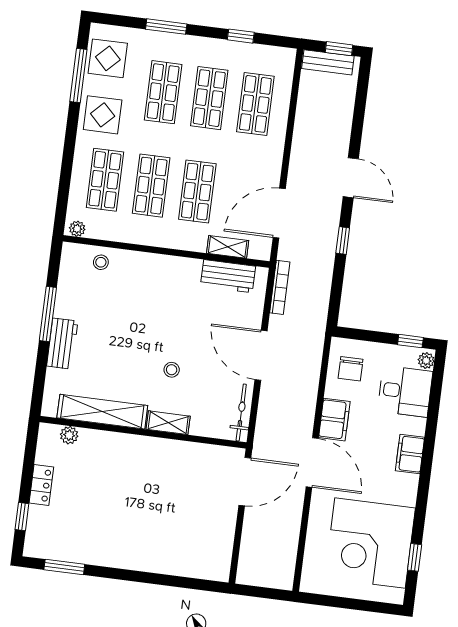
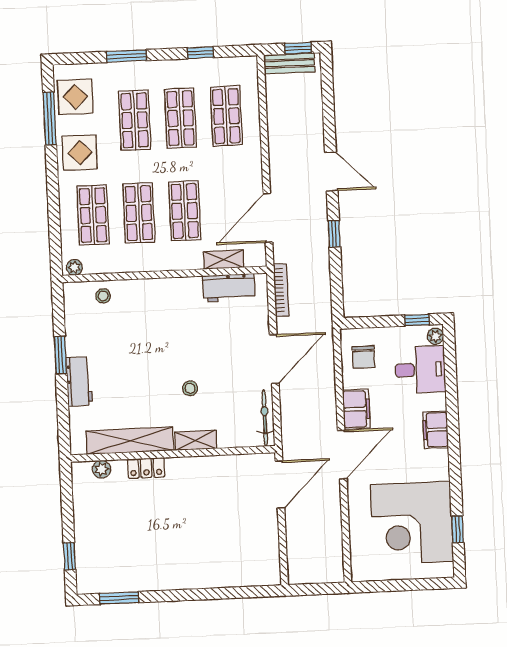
window: (48, 314) -> (60, 355), width x0.69
door: (261, 355) -> (274, 359), swing flipped
door: (312, 463) -> (342, 455), hinge flipped
locker: (41, 485) -> (146, 468), moved, turned 90

